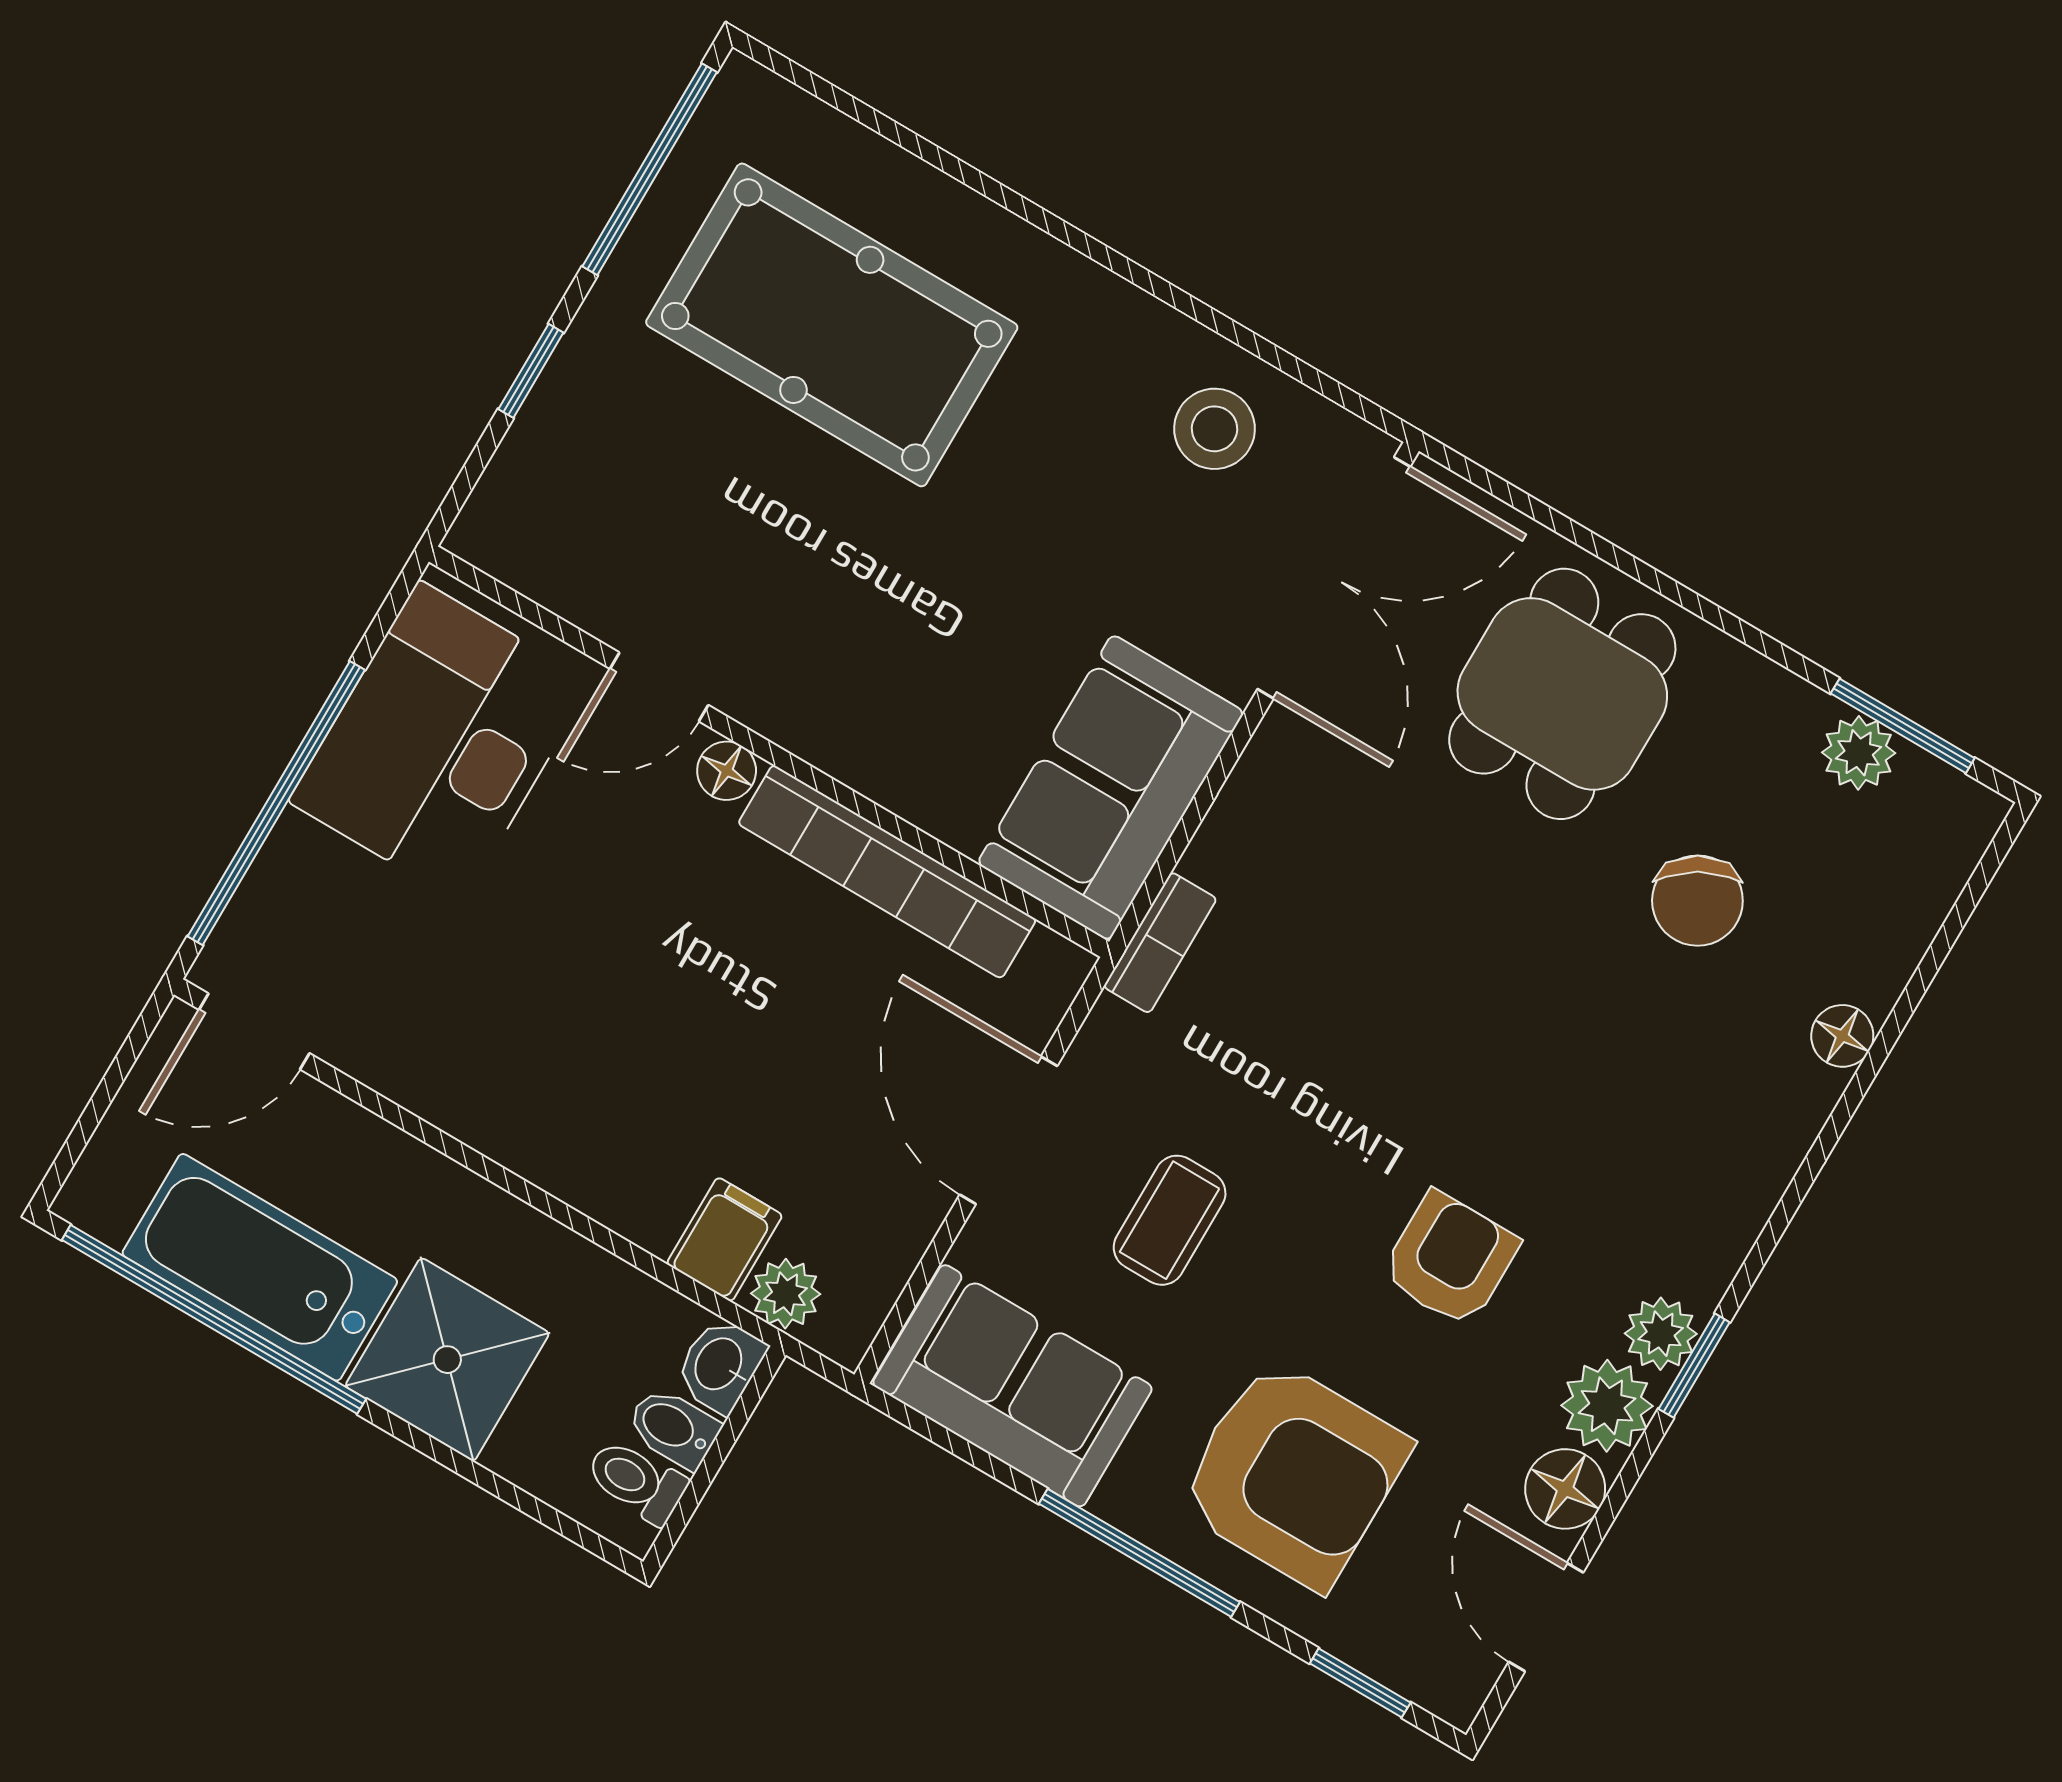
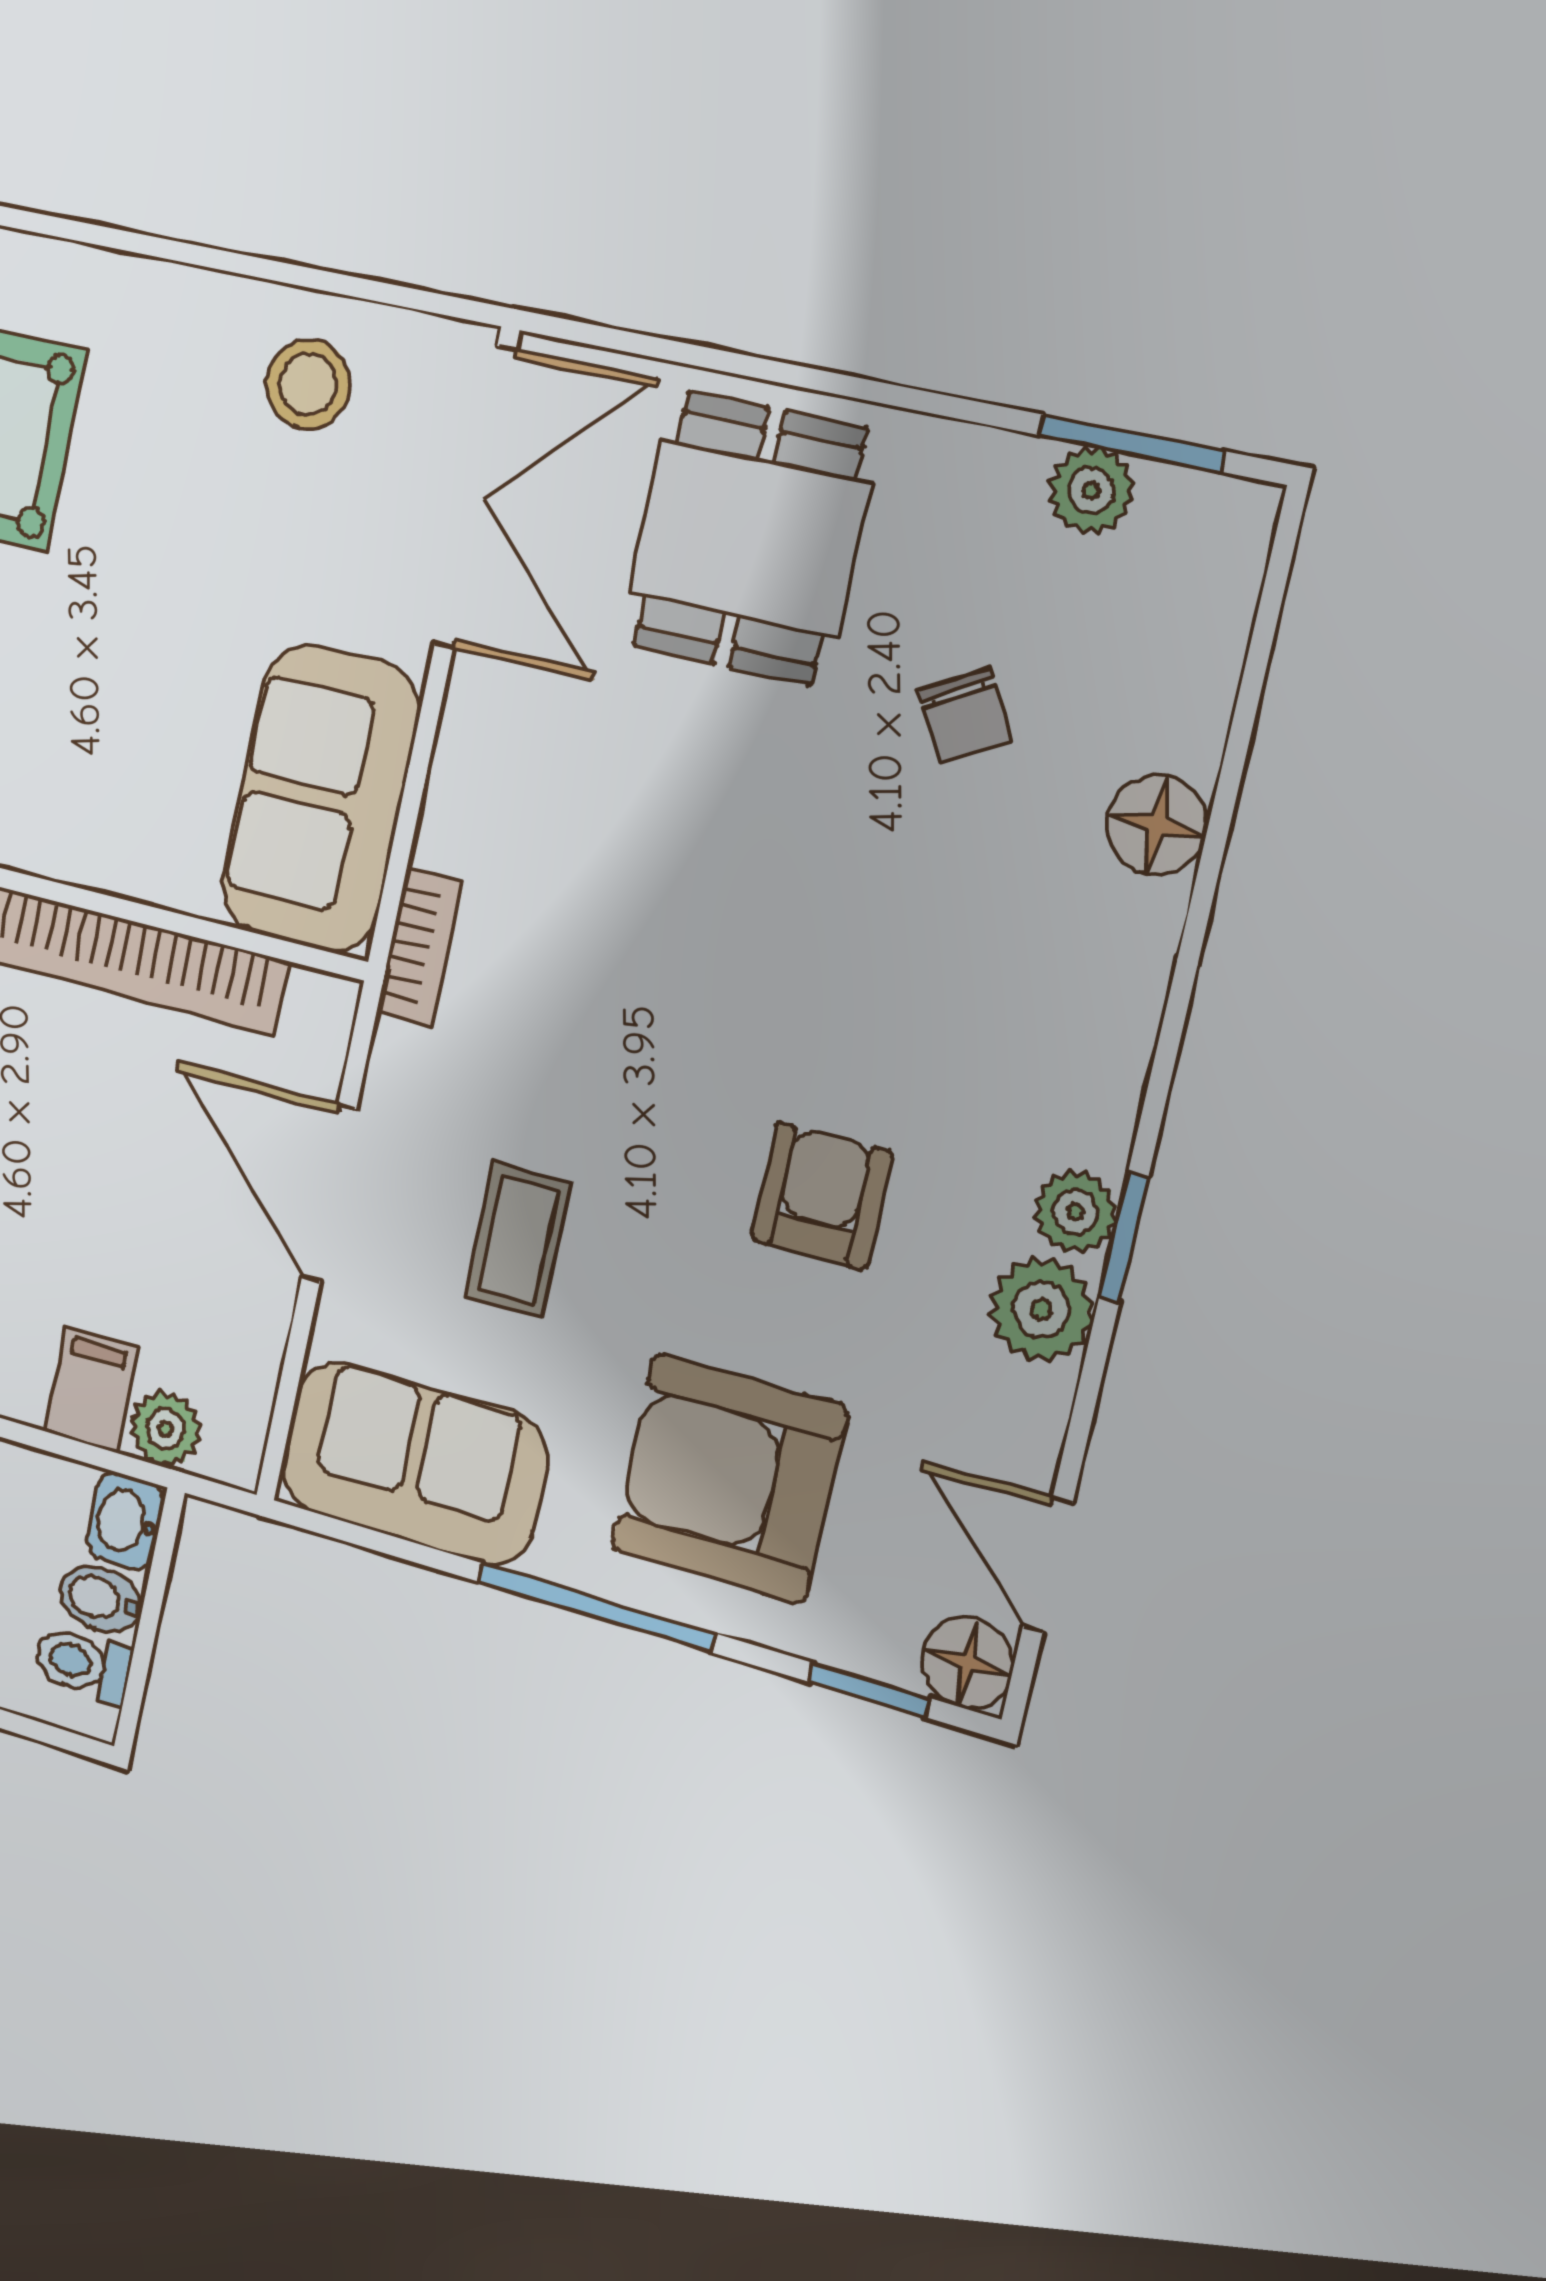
chair: (1697, 901) -> (965, 716), width x0.73, depth x0.73
floor lamp: (1842, 1036) -> (1157, 825), width x1.37, depth x1.37
armchair: (1294, 1474) -> (729, 1478), turned 180
floor lamp: (1565, 1489) -> (967, 1662), moved

